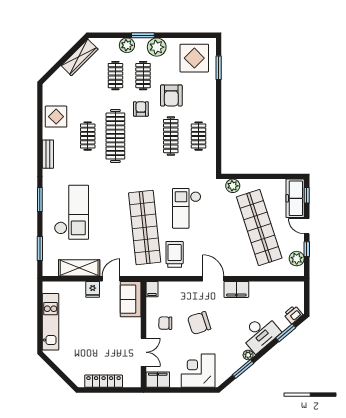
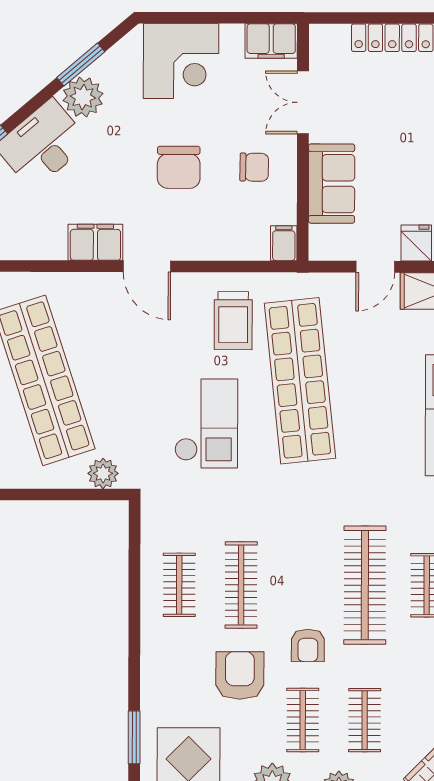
sofa: (131, 299) -> (332, 184), moved
chair: (199, 323) -> (179, 167), turned 108
plant: (248, 355) -> (83, 97), width x1.88, depth x1.88

